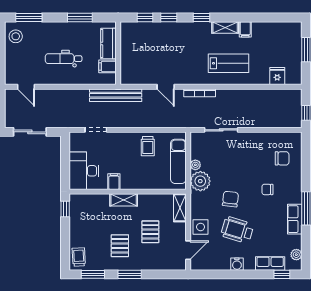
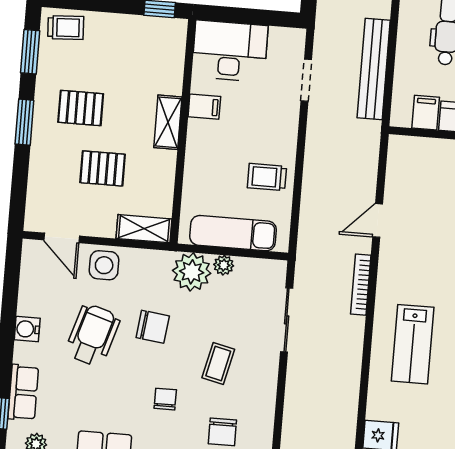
bench: (116, 95) -> (374, 69), moved
coffee table: (247, 163) -> (218, 363), added

